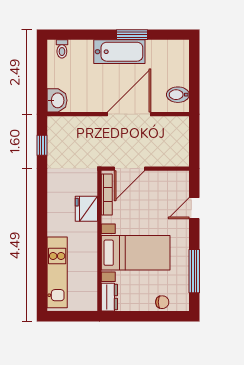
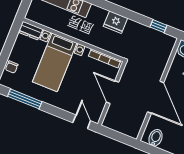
door: (129, 169) -> (112, 92), moved
door: (194, 208) -> (82, 122), moved
fridge: (86, 209) -> (115, 22), moved, turned 180

